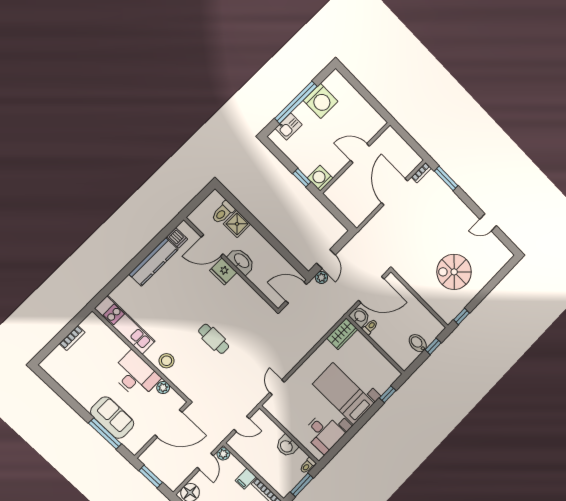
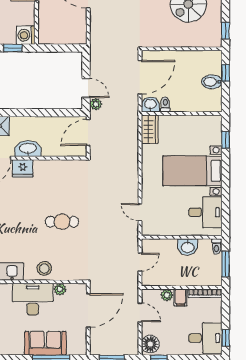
plant: (223, 454) -> (167, 295), moved

